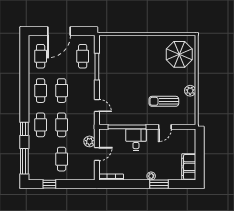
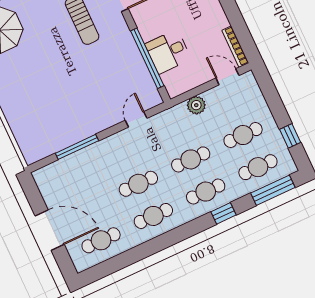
cafe table: (83, 56) -> (258, 167), moved
desk: (136, 140) -> (168, 52), moved
door: (97, 154) -> (227, 77), moved

